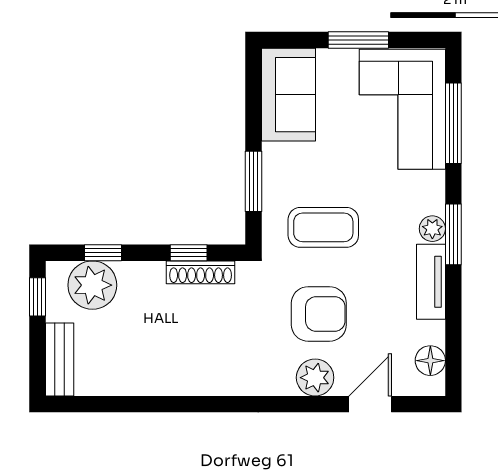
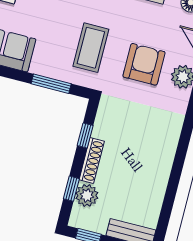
shoe rack: (201, 272) -> (92, 160), moved
plant: (92, 285) -> (87, 195), width x0.73, depth x0.73

